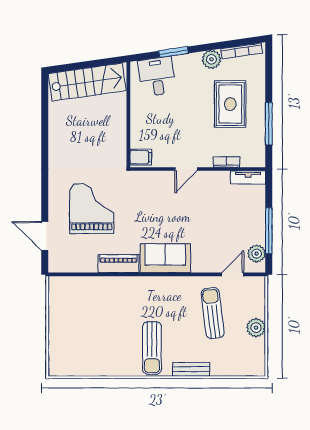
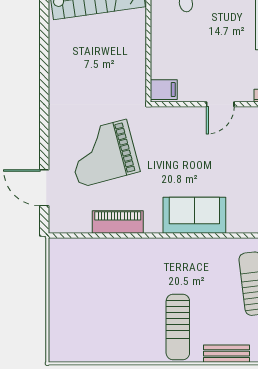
grand piano: (92, 208) -> (103, 153), turned -105
piano: (118, 264) -> (118, 222), moved

